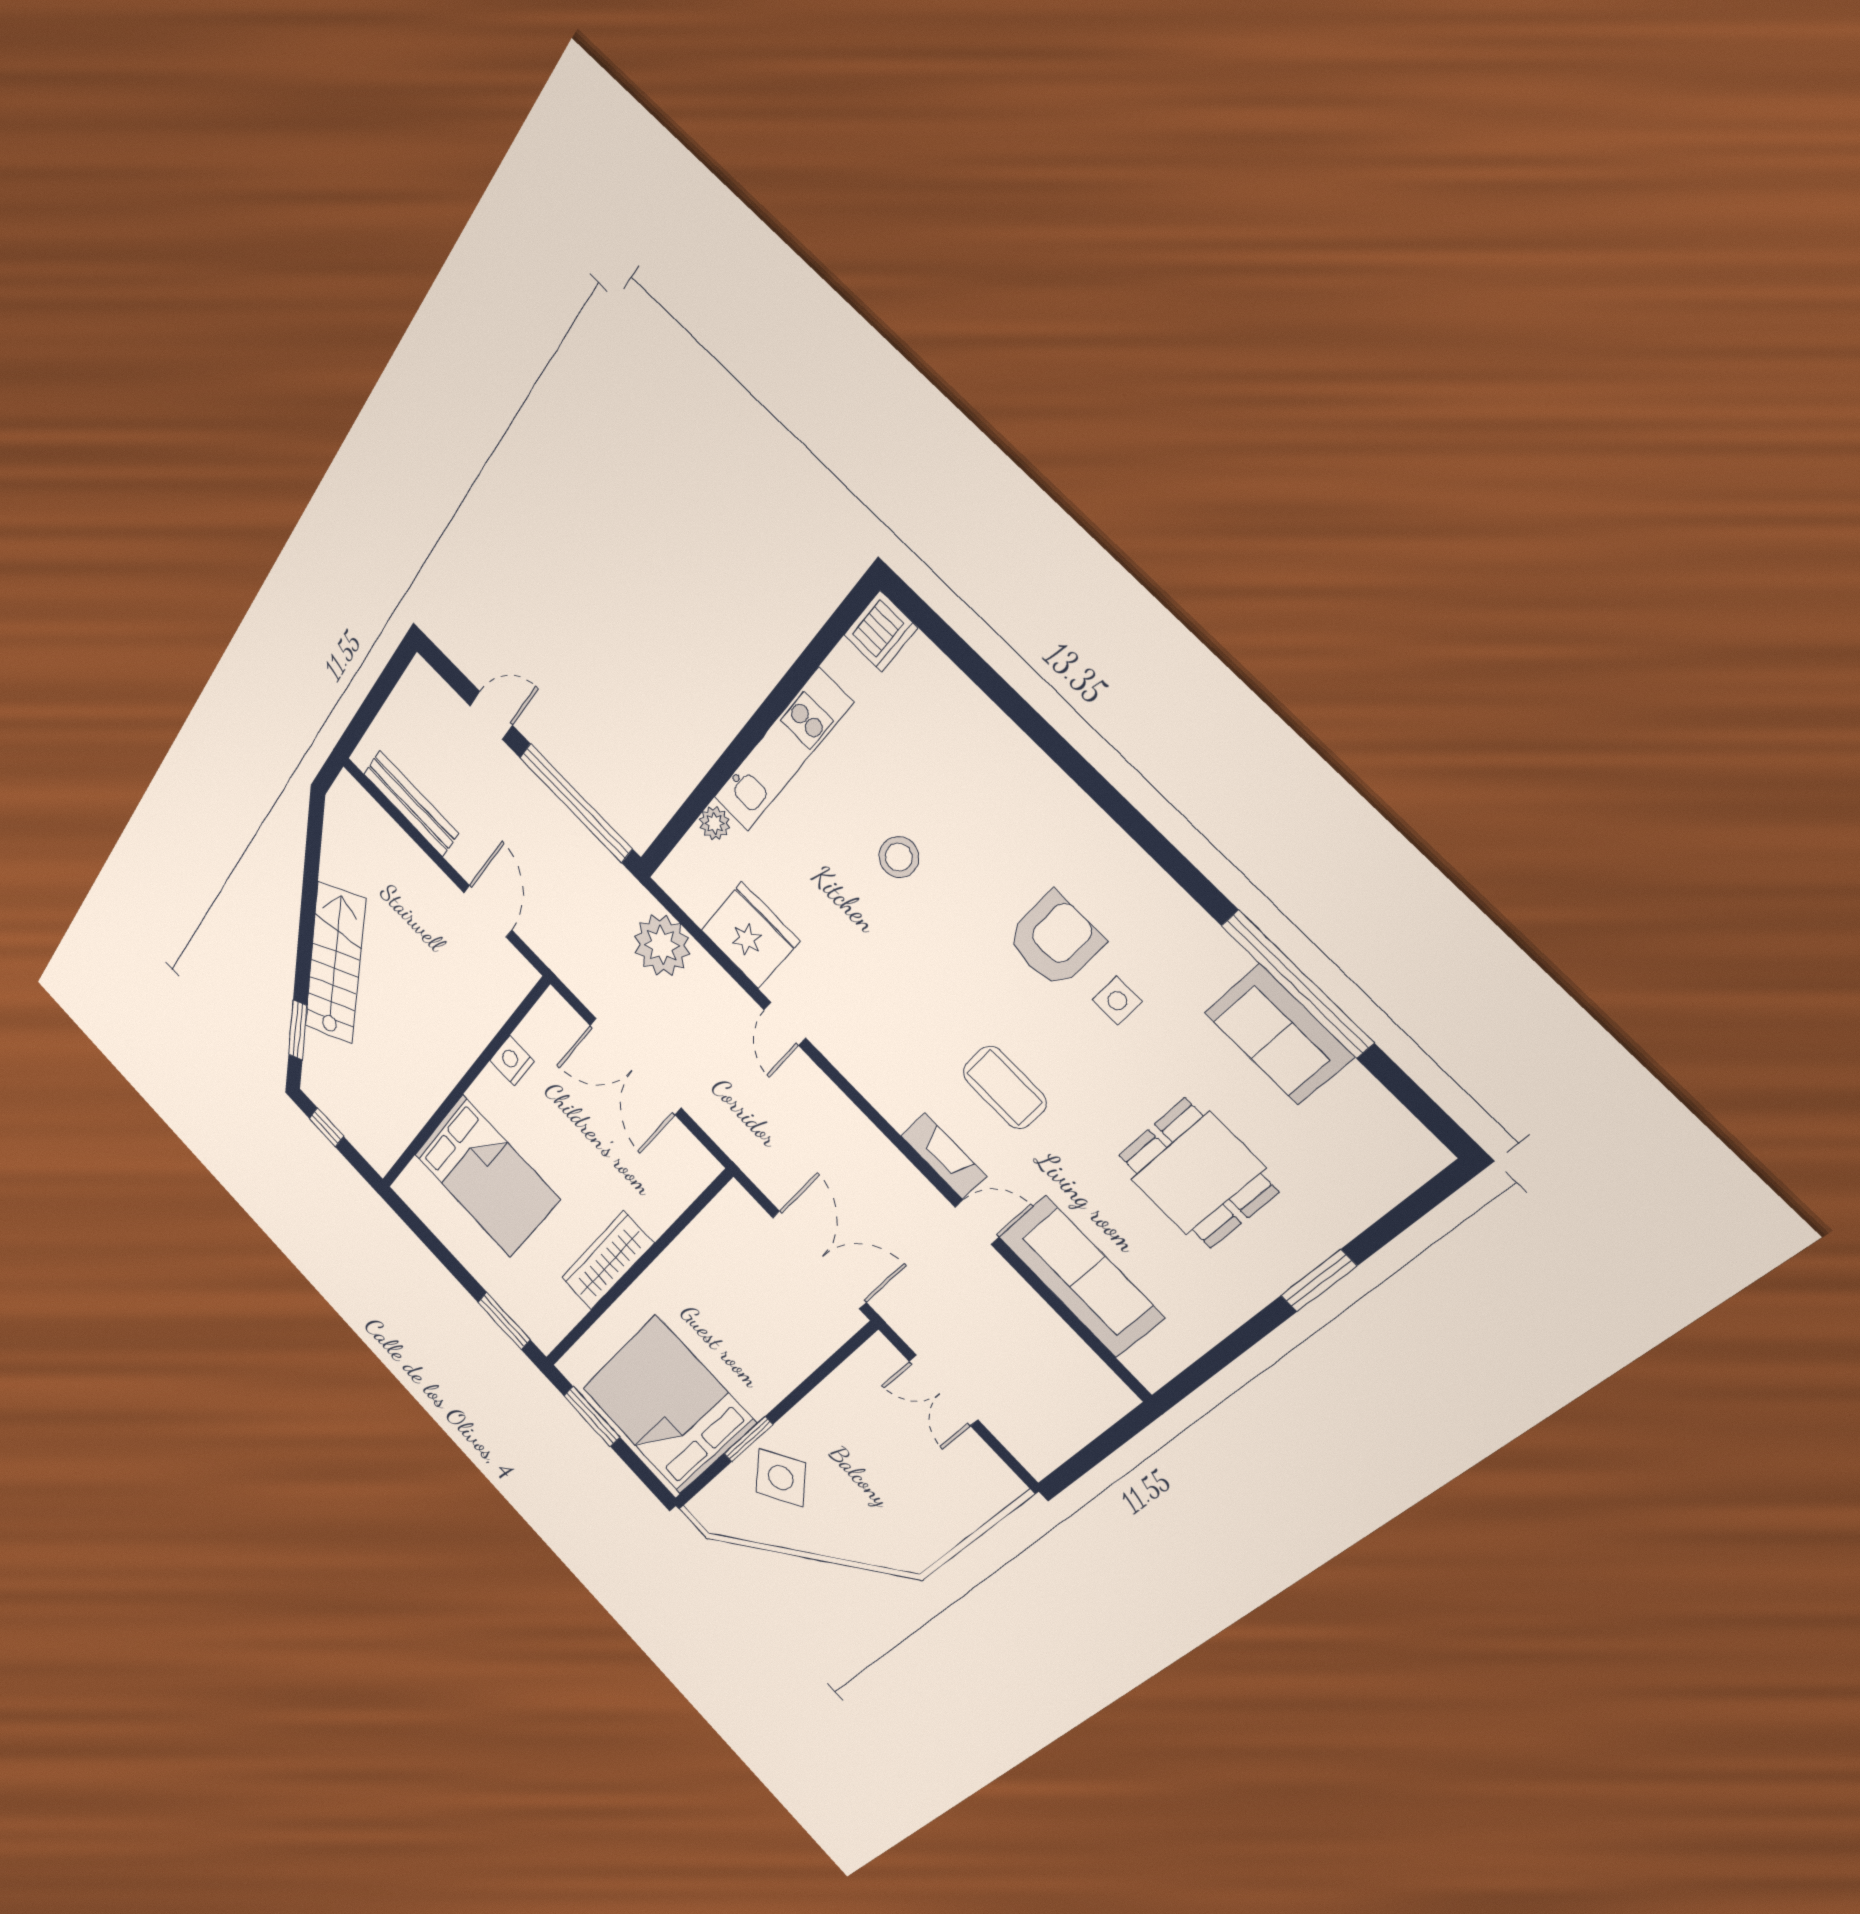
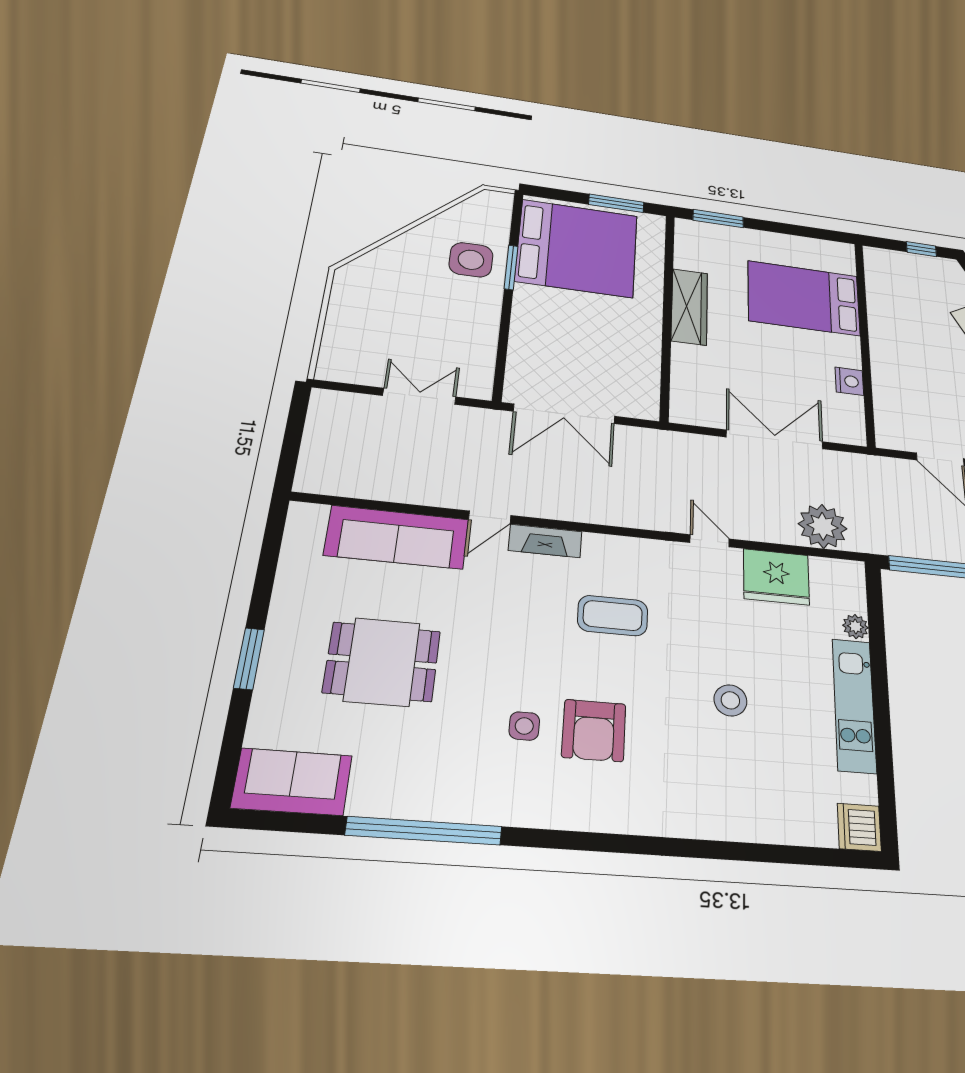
sofa: (1279, 1035) -> (292, 782), moved
coffee table: (1005, 1088) -> (613, 616), moved
side table: (781, 1478) -> (471, 260), turned 37

